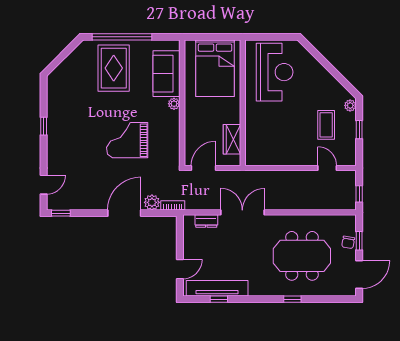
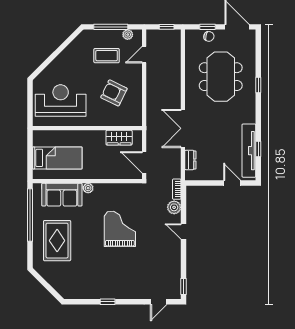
window: (122, 37) -> (30, 215), moved
rug: (114, 68) -> (57, 241), turned 90
bed: (215, 68) -> (57, 158), width x0.67
plant: (350, 105) -> (128, 35), moved
window: (359, 130) -> (111, 27), width x2.17
armchair: (283, 133) -> (114, 93), added
grand piano: (127, 140) -> (120, 229), turned 180
door: (44, 185) -> (159, 302), swing flipped
door: (124, 213) -> (183, 232), width x0.53

